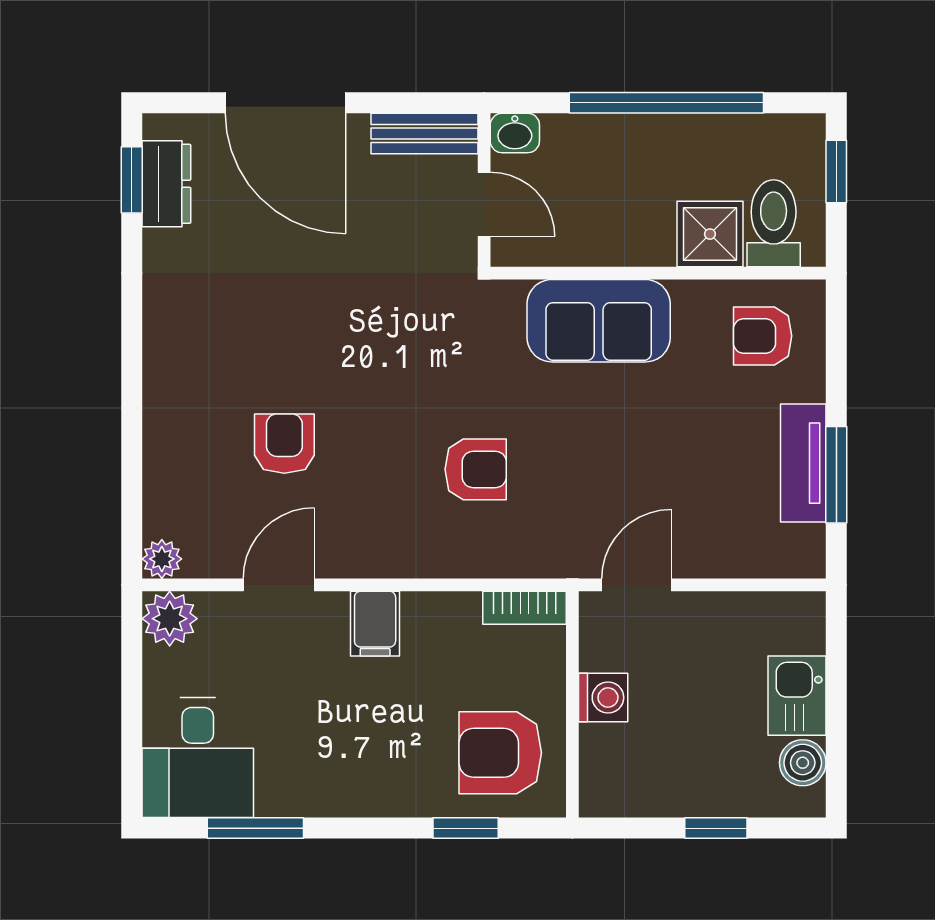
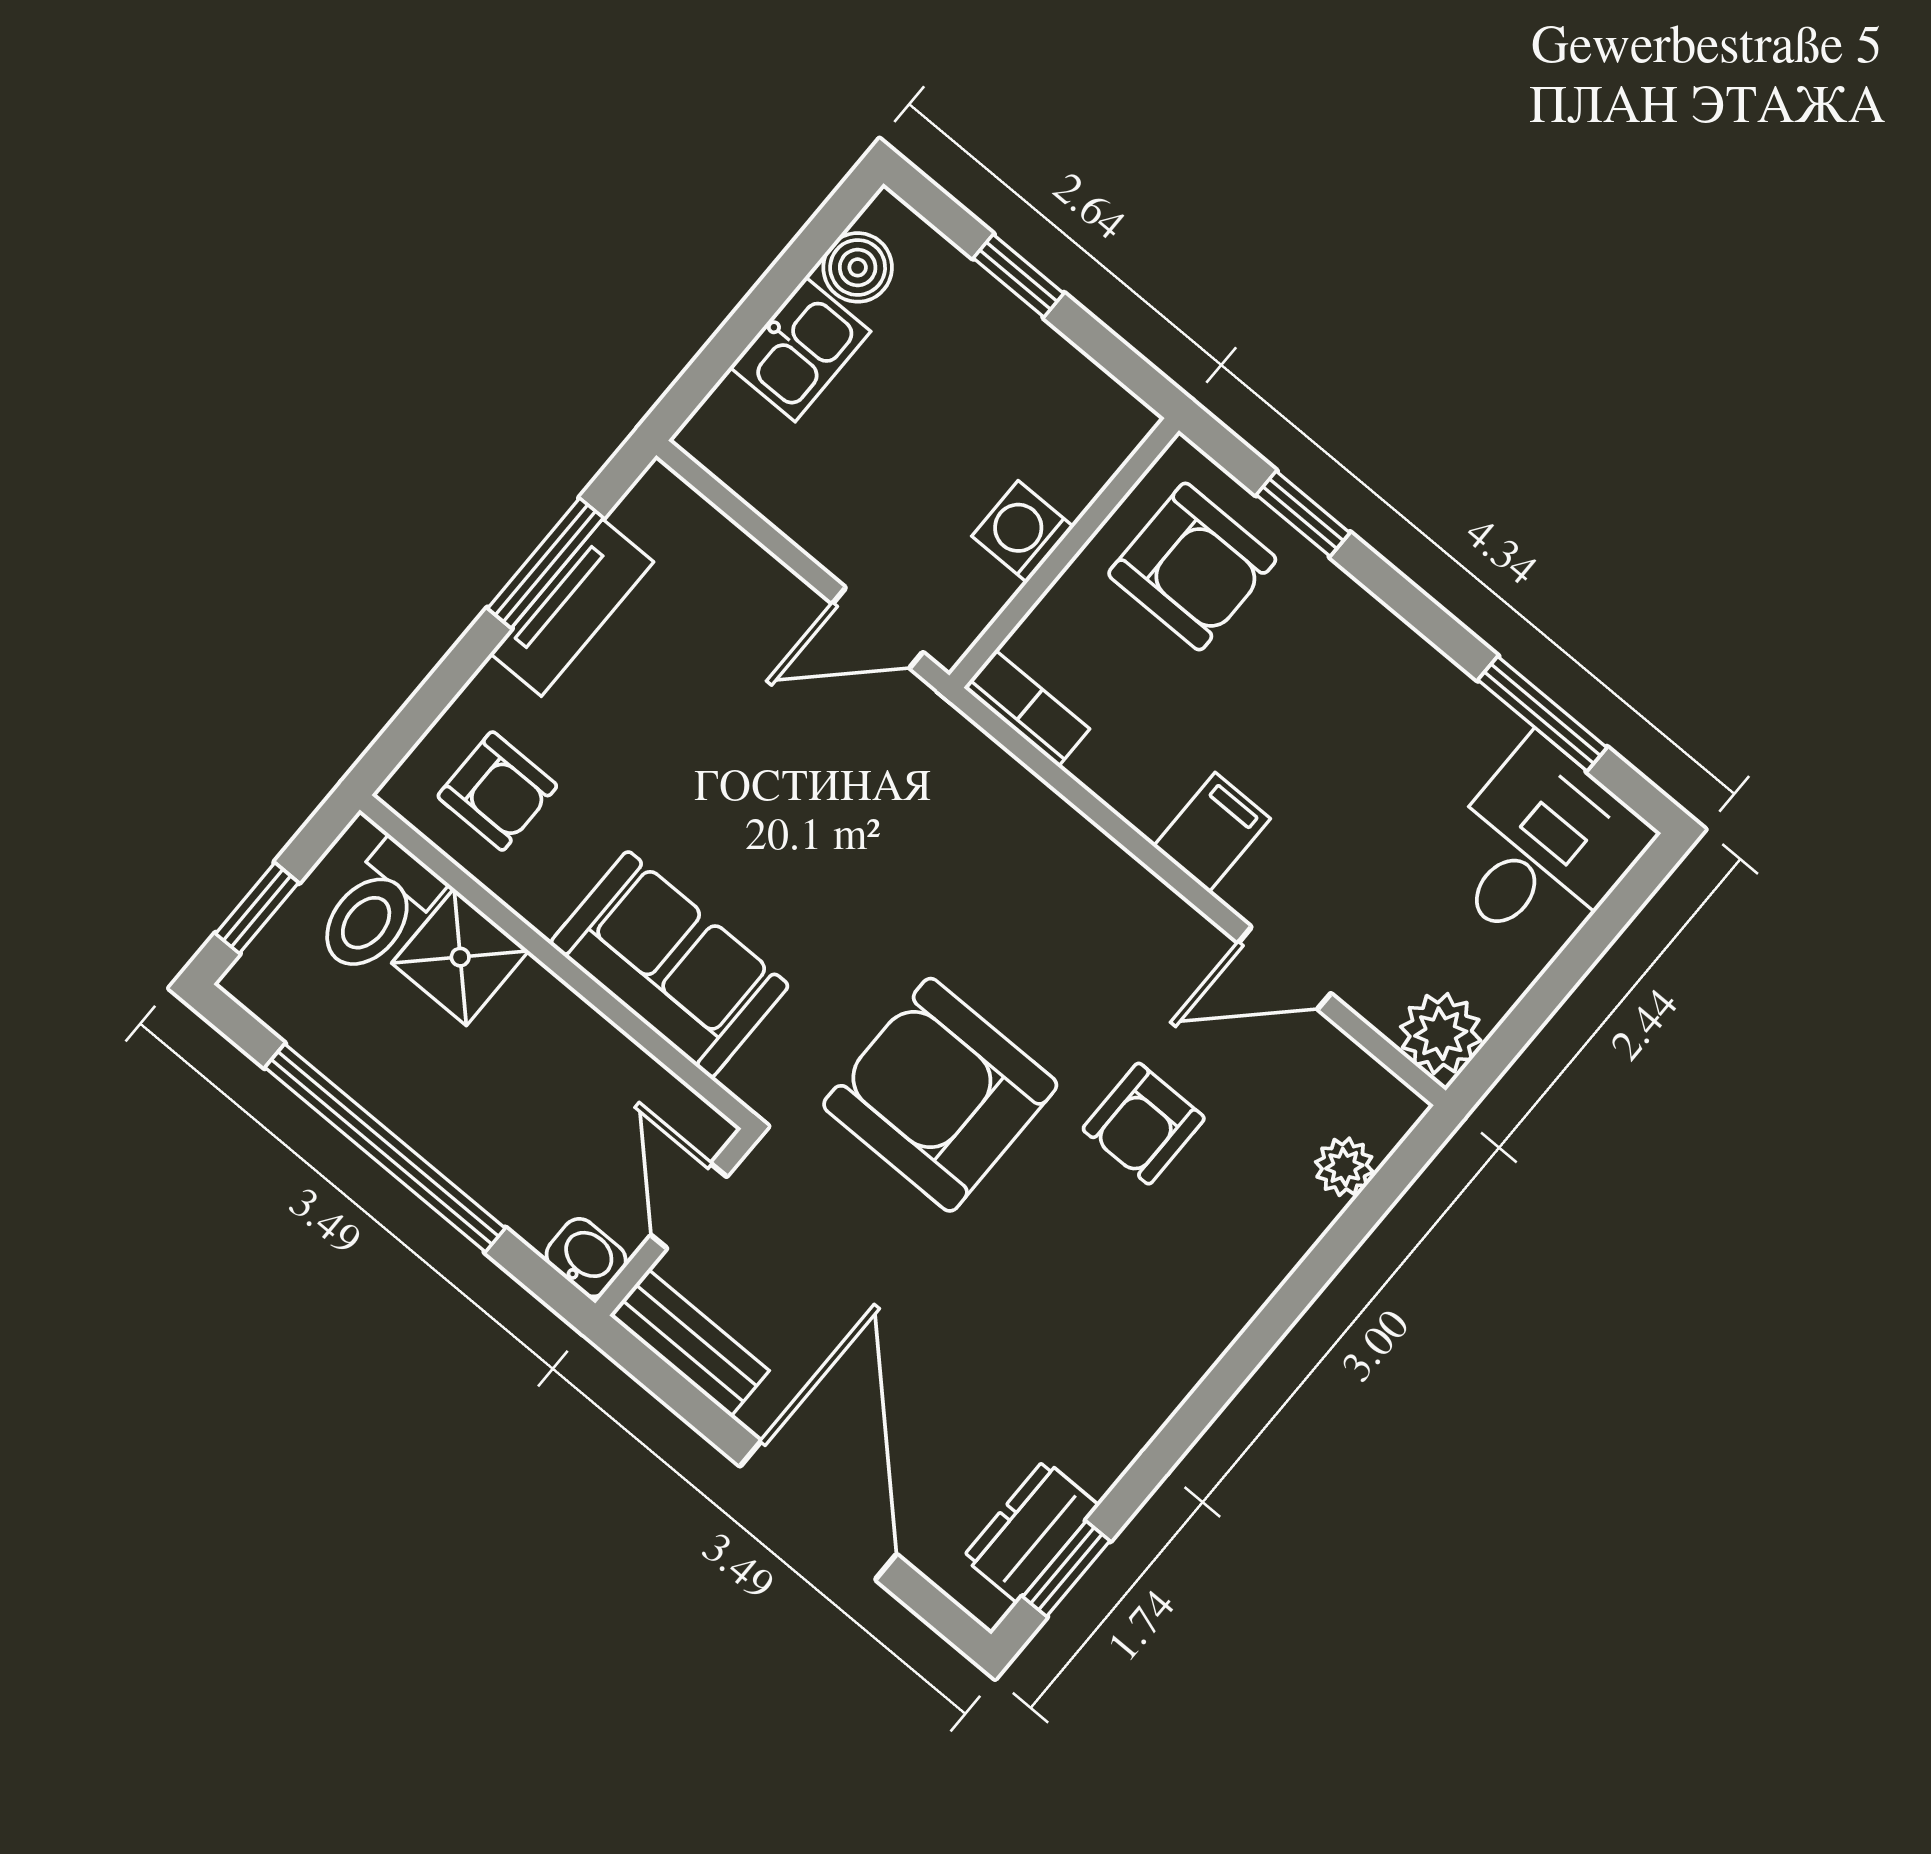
armchair: (476, 469) -> (940, 1095), moved, width x1.88, depth x1.88
plant: (162, 559) -> (1344, 1167), moved

